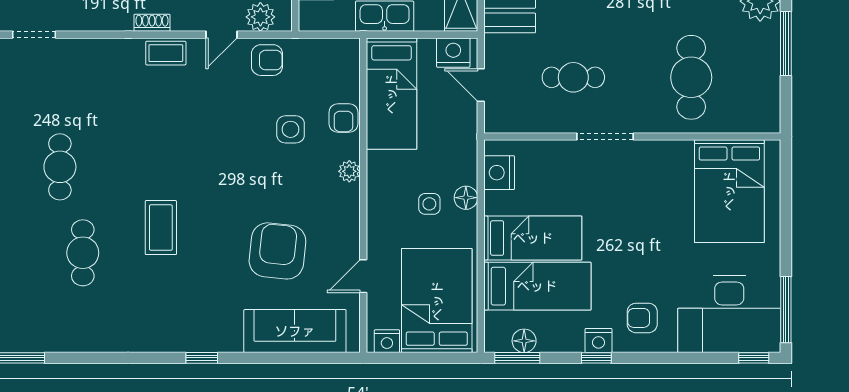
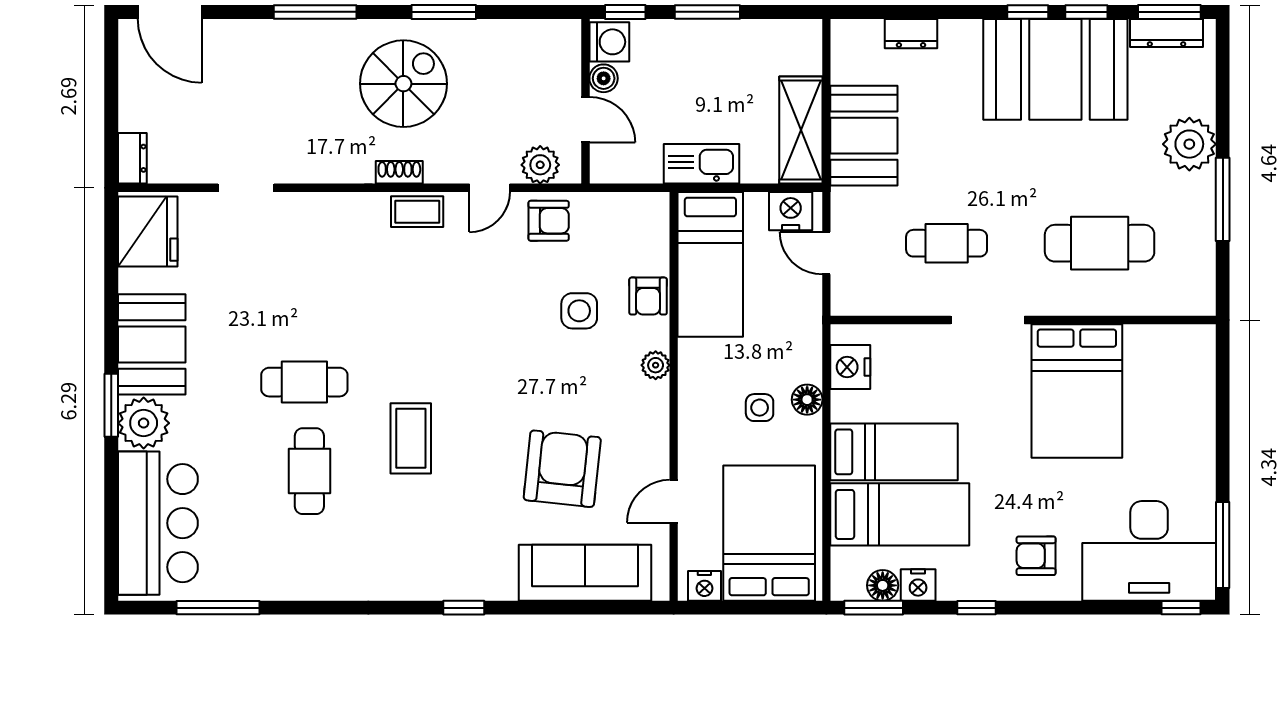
cafe table: (691, 77) -> (1100, 243), turned 90
cafe table: (60, 167) -> (304, 382), moved, turned 90
bed: (729, 191) -> (1077, 391), moved
nightstand: (599, 340) -> (918, 585), moved

